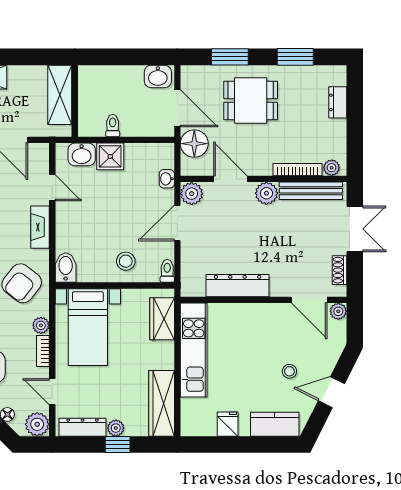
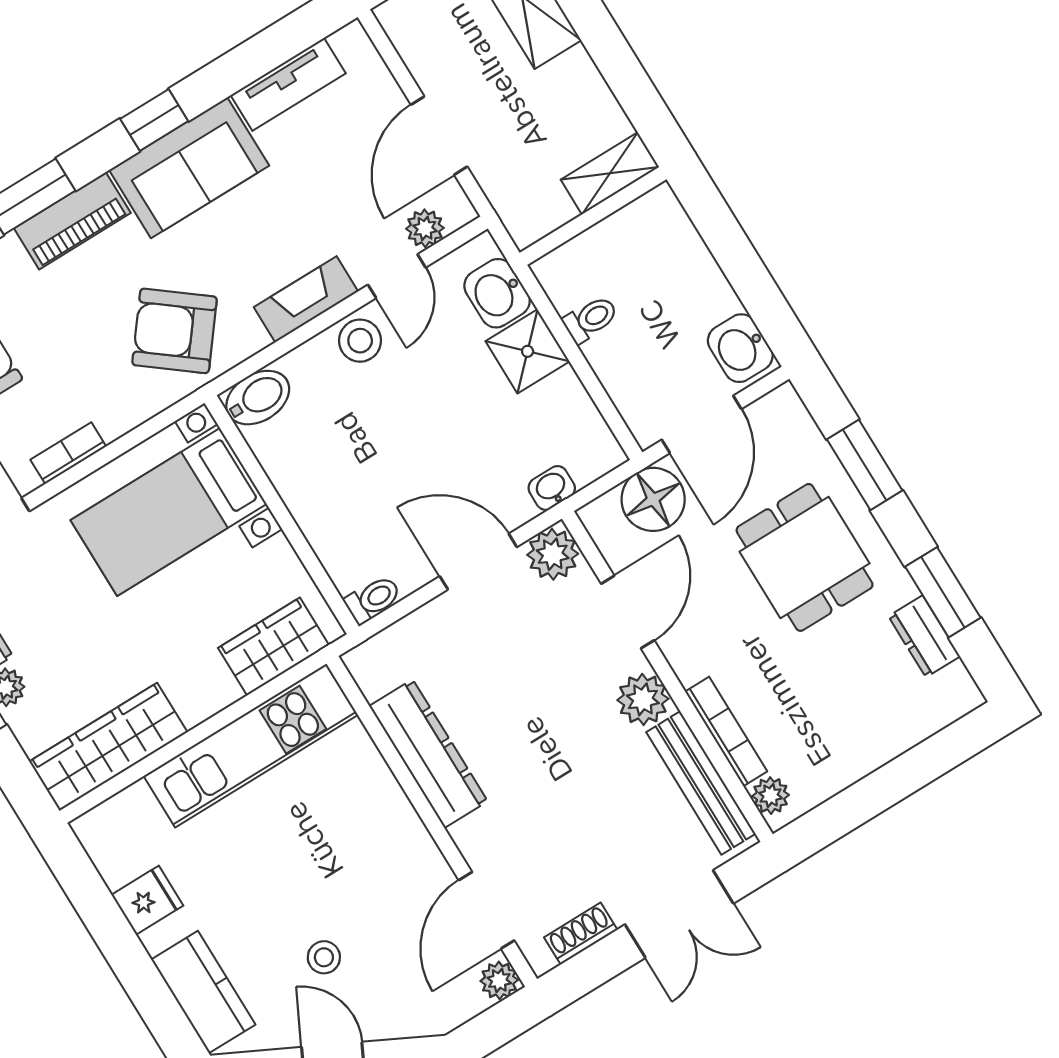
shelving: (60, 95) -> (610, 173), width x0.67, depth x0.75
dresser: (338, 102) -> (924, 636), moved, turned -90
stool: (126, 261) -> (360, 341), moved
plant: (41, 325) -> (425, 228), moved

